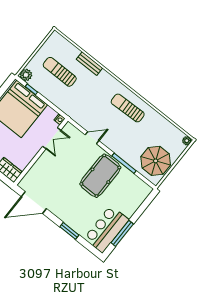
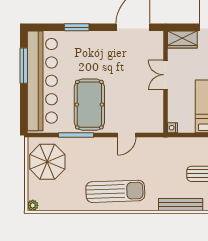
bench: (89, 64) -> (181, 205), width x1.36
sun lounger: (128, 108) -> (115, 191), width x1.36, depth x1.34
double door: (52, 138) -> (165, 75), moved
bar counter: (106, 229) -> (42, 81), width x1.86

